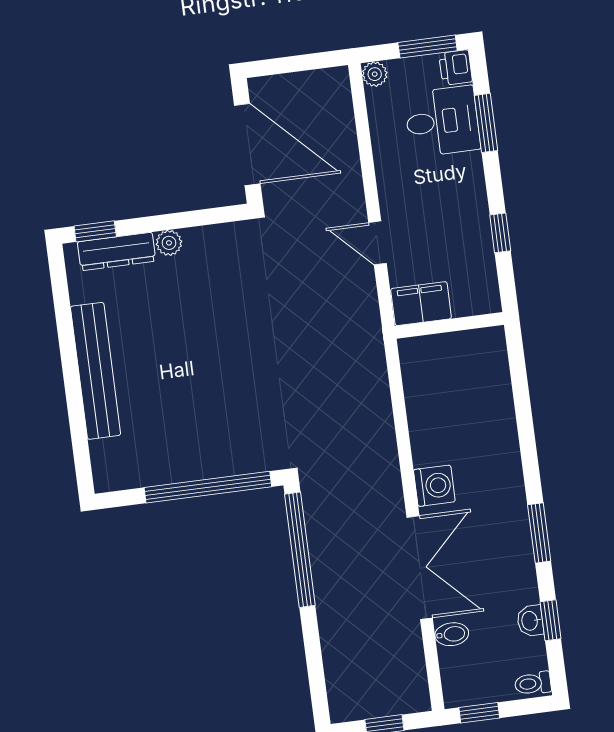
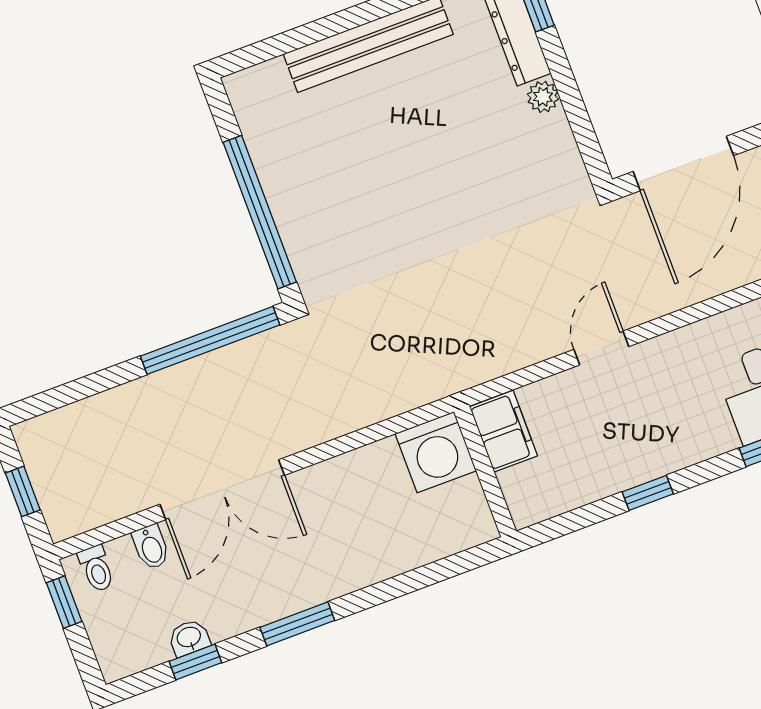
filing cabinet: (421, 304) -> (503, 431), moved
wall: (449, 325) -> (485, 471), moved
washing machine: (434, 486) -> (436, 452), moved, width x1.37, depth x1.37
toilet: (533, 683) -> (96, 569), moved, turned 180

